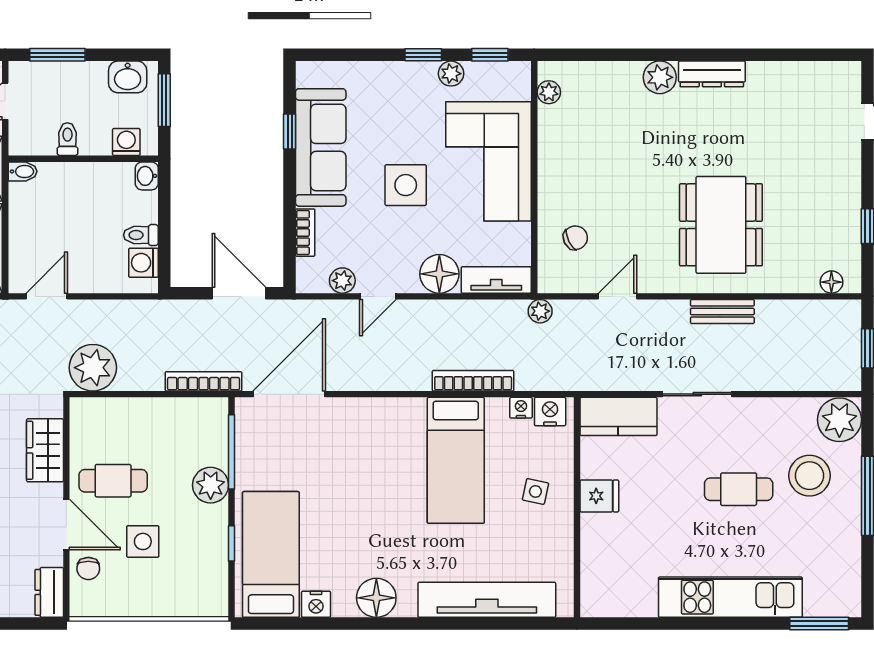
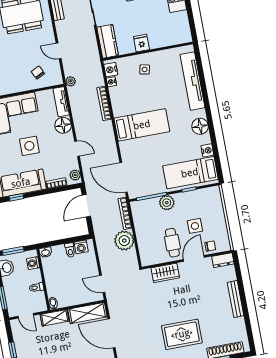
plant: (342, 281) -> (75, 175), moved
plant: (93, 368) -> (124, 241), moved
bed: (456, 460) -> (142, 125), moved

